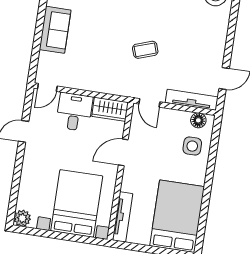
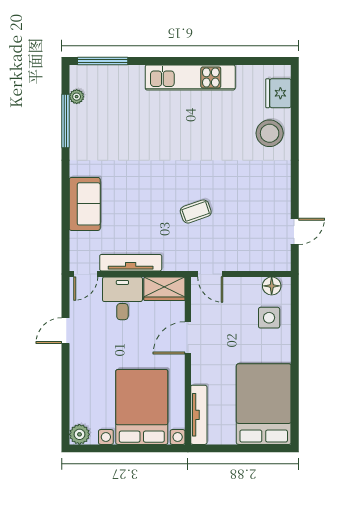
tv unit: (192, 100) -> (131, 263), moved

